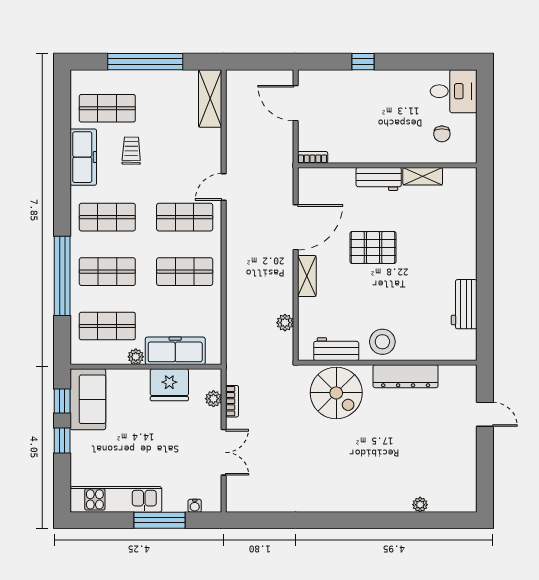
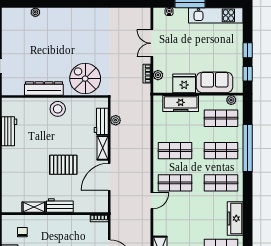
trolley: (131, 151) -> (207, 222), removed
workbench: (336, 349) -> (101, 121), moved, turned 90
plant: (136, 357) -> (231, 100), moved
sofa: (88, 399) -> (214, 82), moved, turned 90

